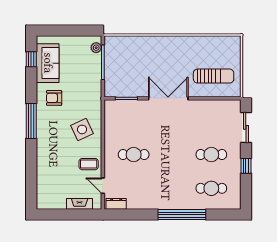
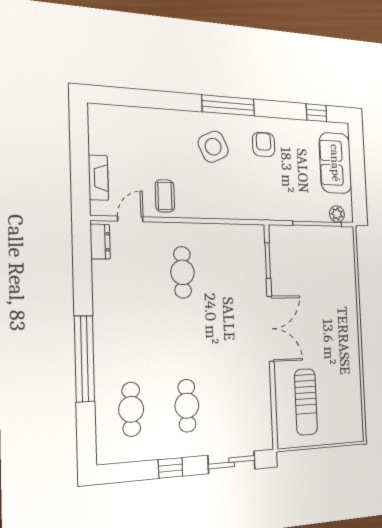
sofa: (48, 63) -> (335, 163), moved, turned 90
side table: (82, 129) -> (213, 147), moved

